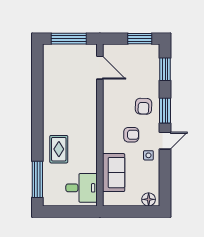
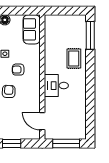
sofa: (114, 173) -> (32, 29), moved
desk: (82, 188) -> (56, 86), moved

